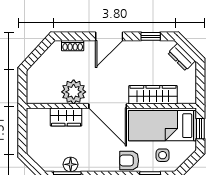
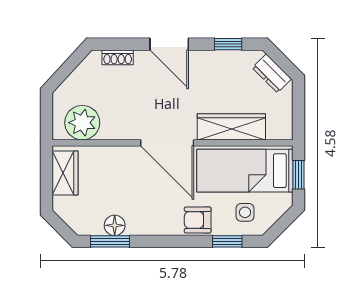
door: (109, 36) -> (169, 44), hinge flipped
plant: (74, 92) -> (82, 123), moved
wardrobe: (66, 117) -> (65, 173), moved, turned -90

